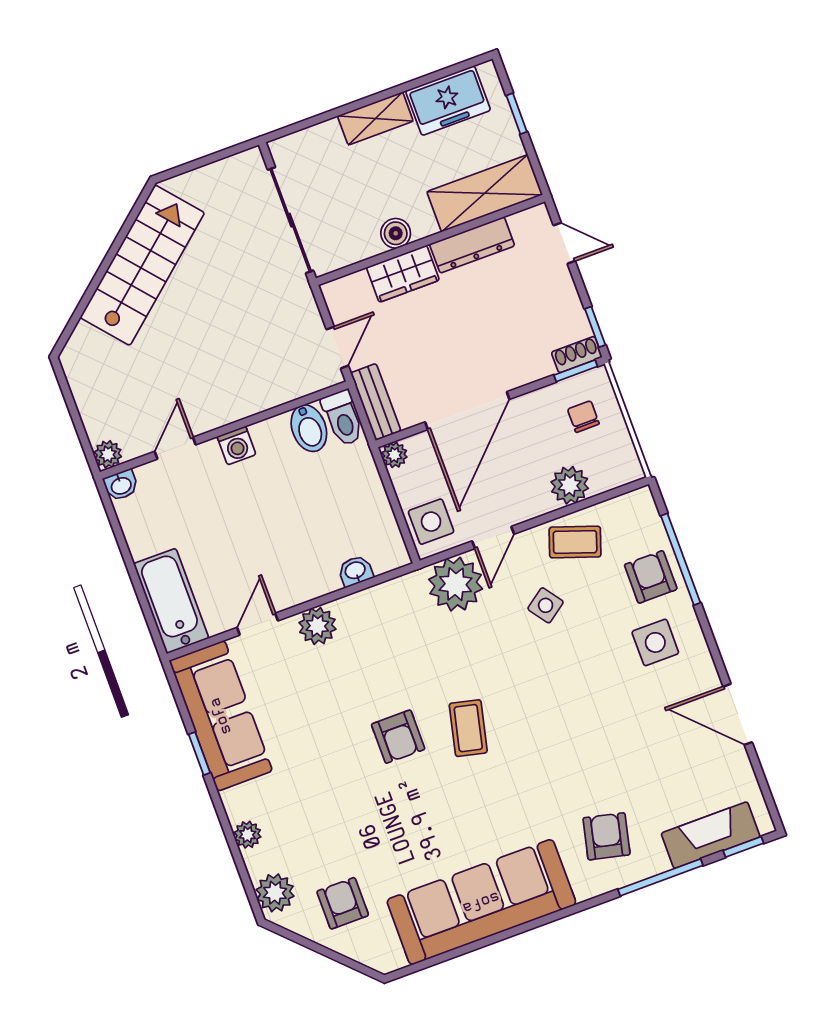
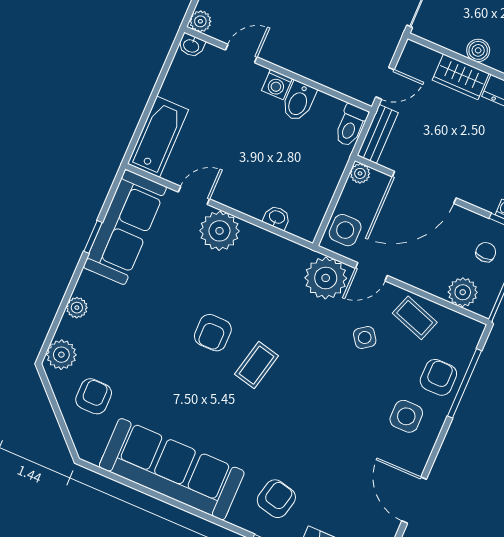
bidet: (309, 428) -> (299, 101), moved
plant: (570, 485) -> (463, 292), moved
plant: (317, 626) -> (219, 231), width x1.36, depth x1.36

